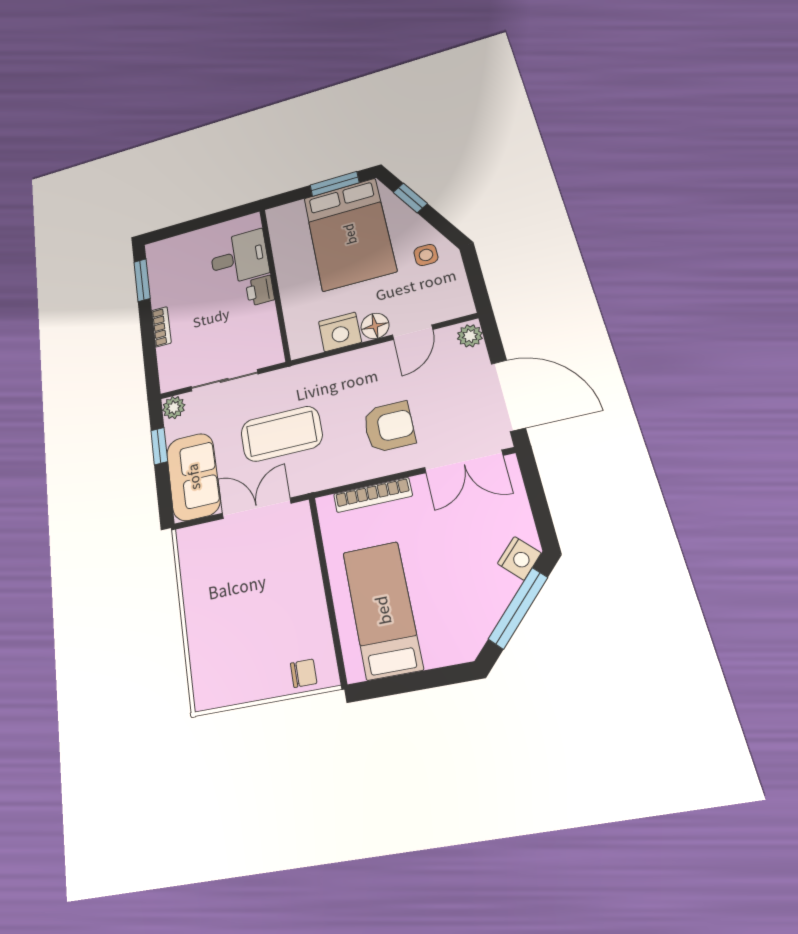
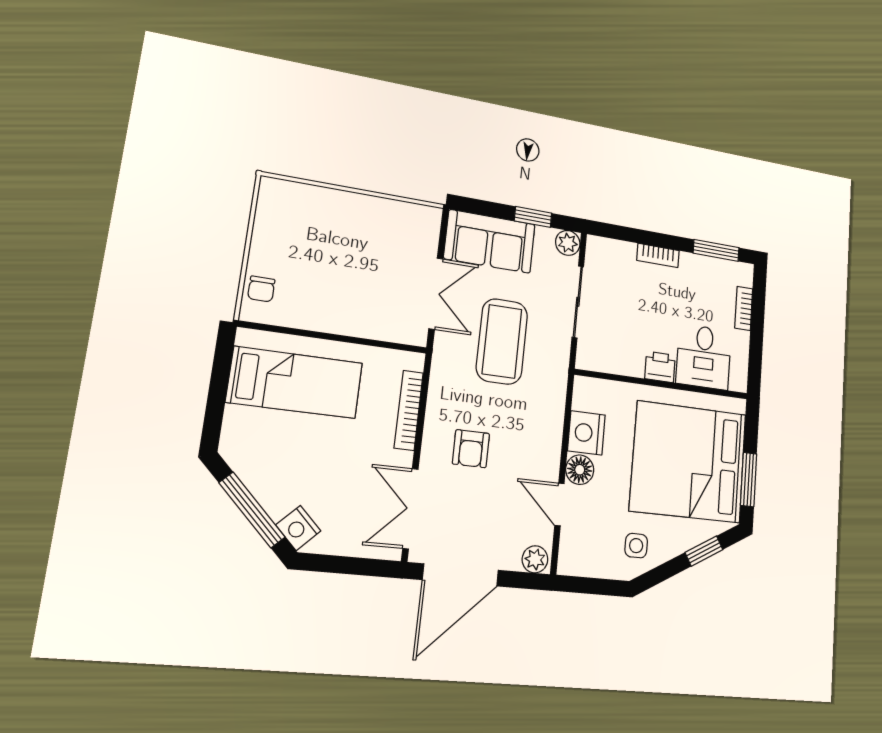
bed: (349, 234) -> (689, 462), width x1.36
bookcase: (186, 240) -> (744, 308), added
armchair: (389, 427) -> (471, 449), width x0.72, depth x0.72

